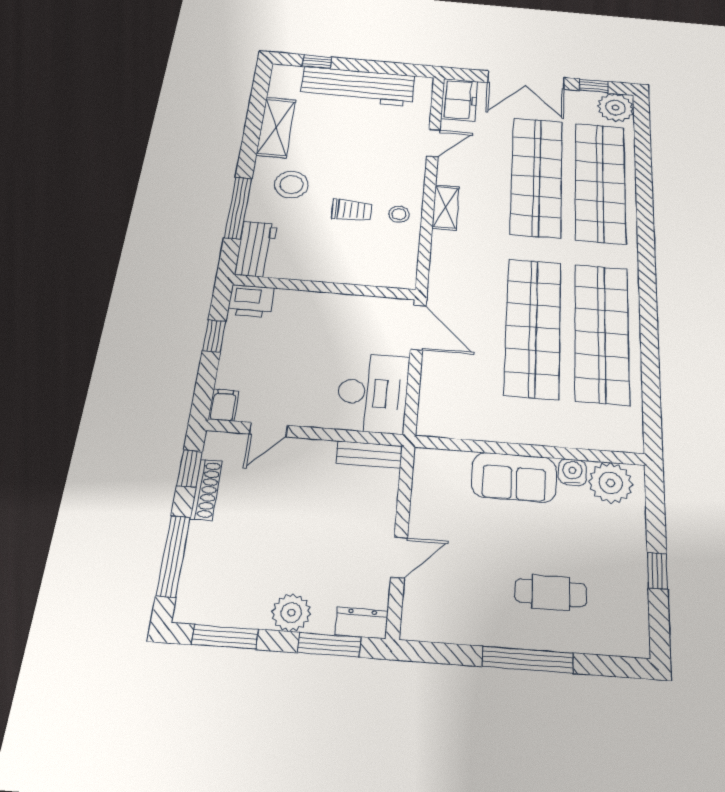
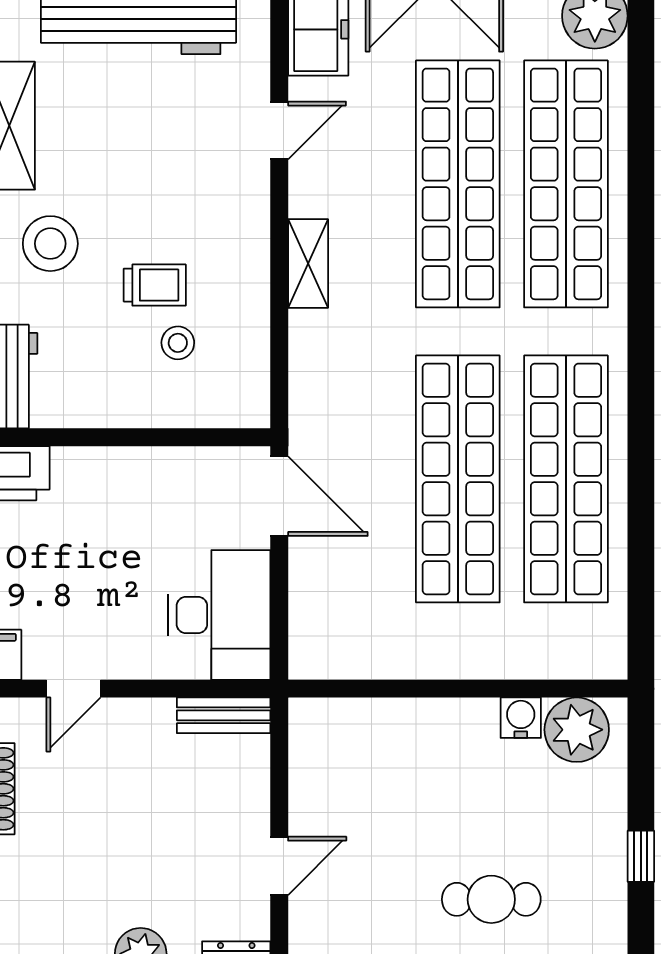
stool: (399, 214) -> (178, 343), moved
sofa: (514, 477) -> (436, 733), removed

